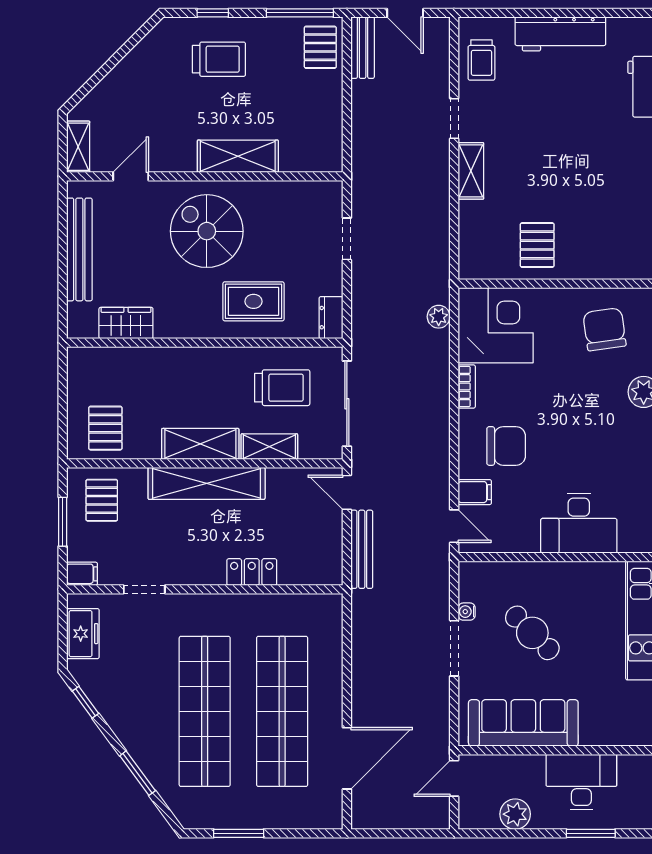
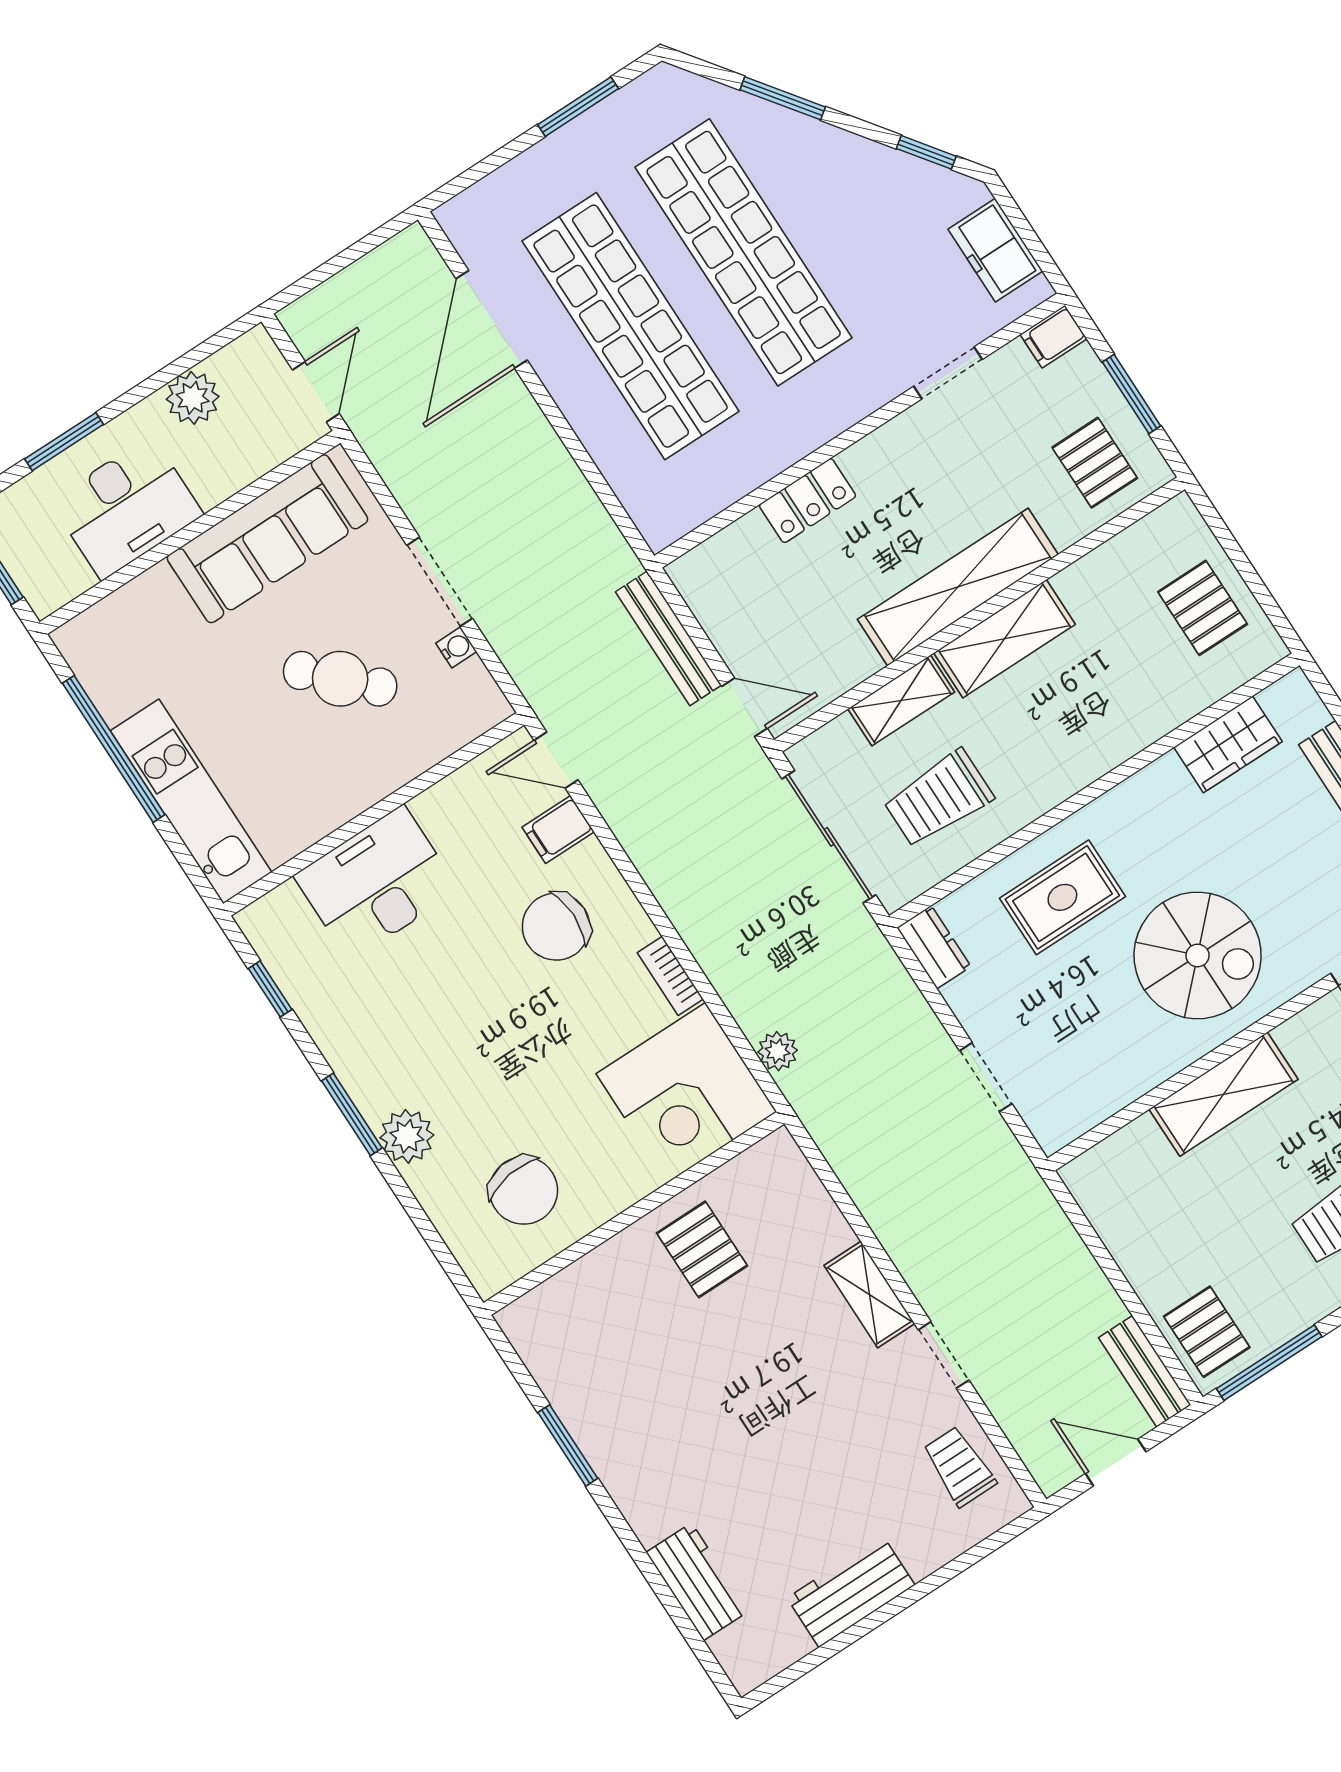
workbench: (560, 34) -> (851, 1591), width x0.73
pallet: (105, 428) -> (1203, 608), moved

